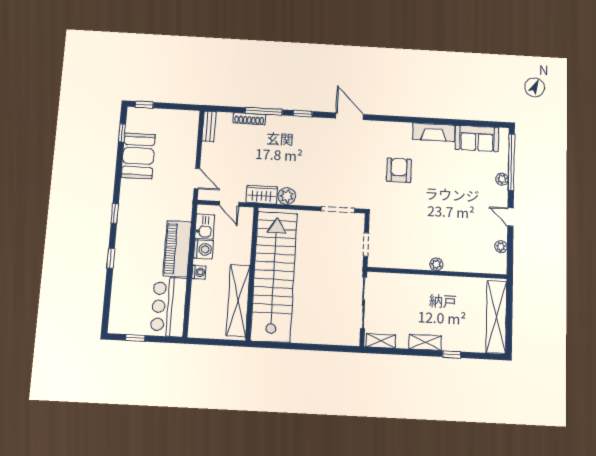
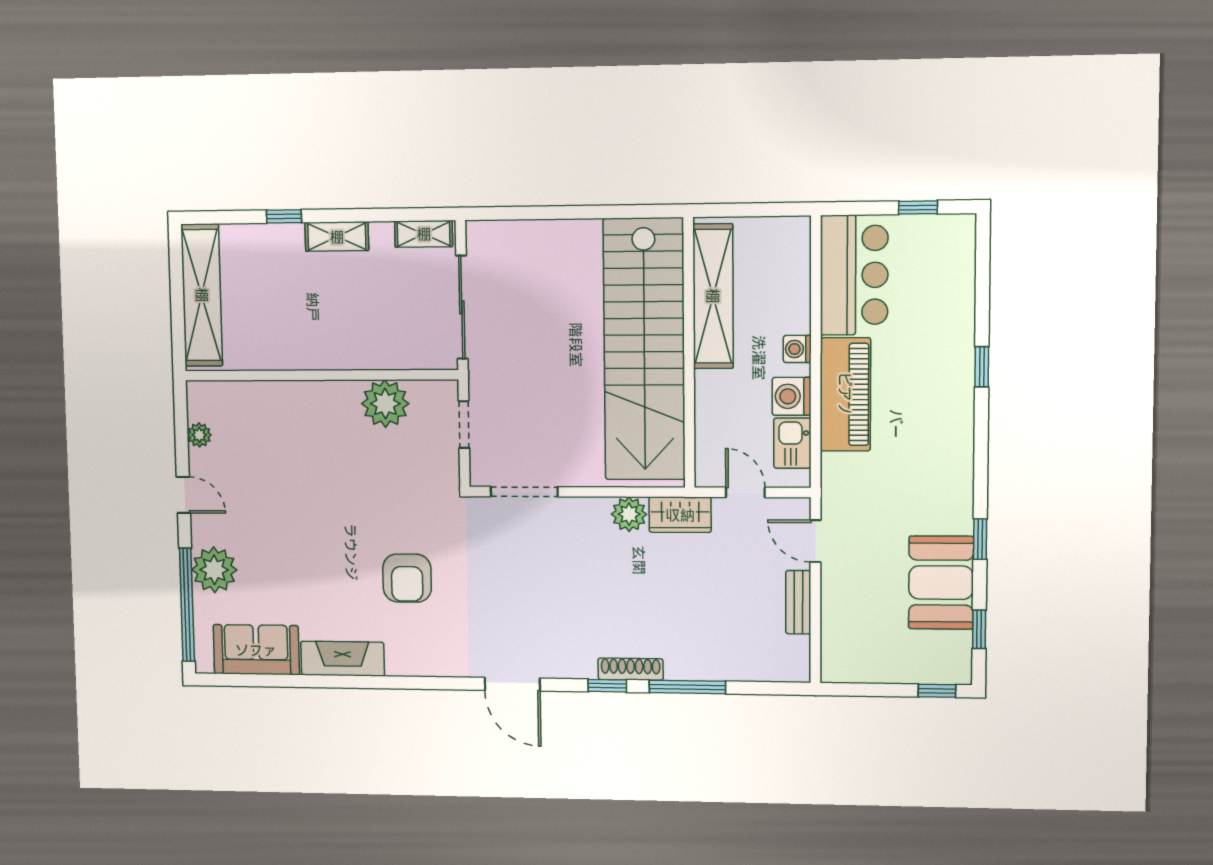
shoe rack: (249, 119) -> (631, 669), moved
bench: (209, 126) -> (798, 602), moved
plant: (502, 179) -> (214, 570), width x1.88, depth x1.88
window: (115, 214) -> (980, 539), moved
plant: (436, 264) -> (385, 404), moved, width x1.88, depth x1.88

